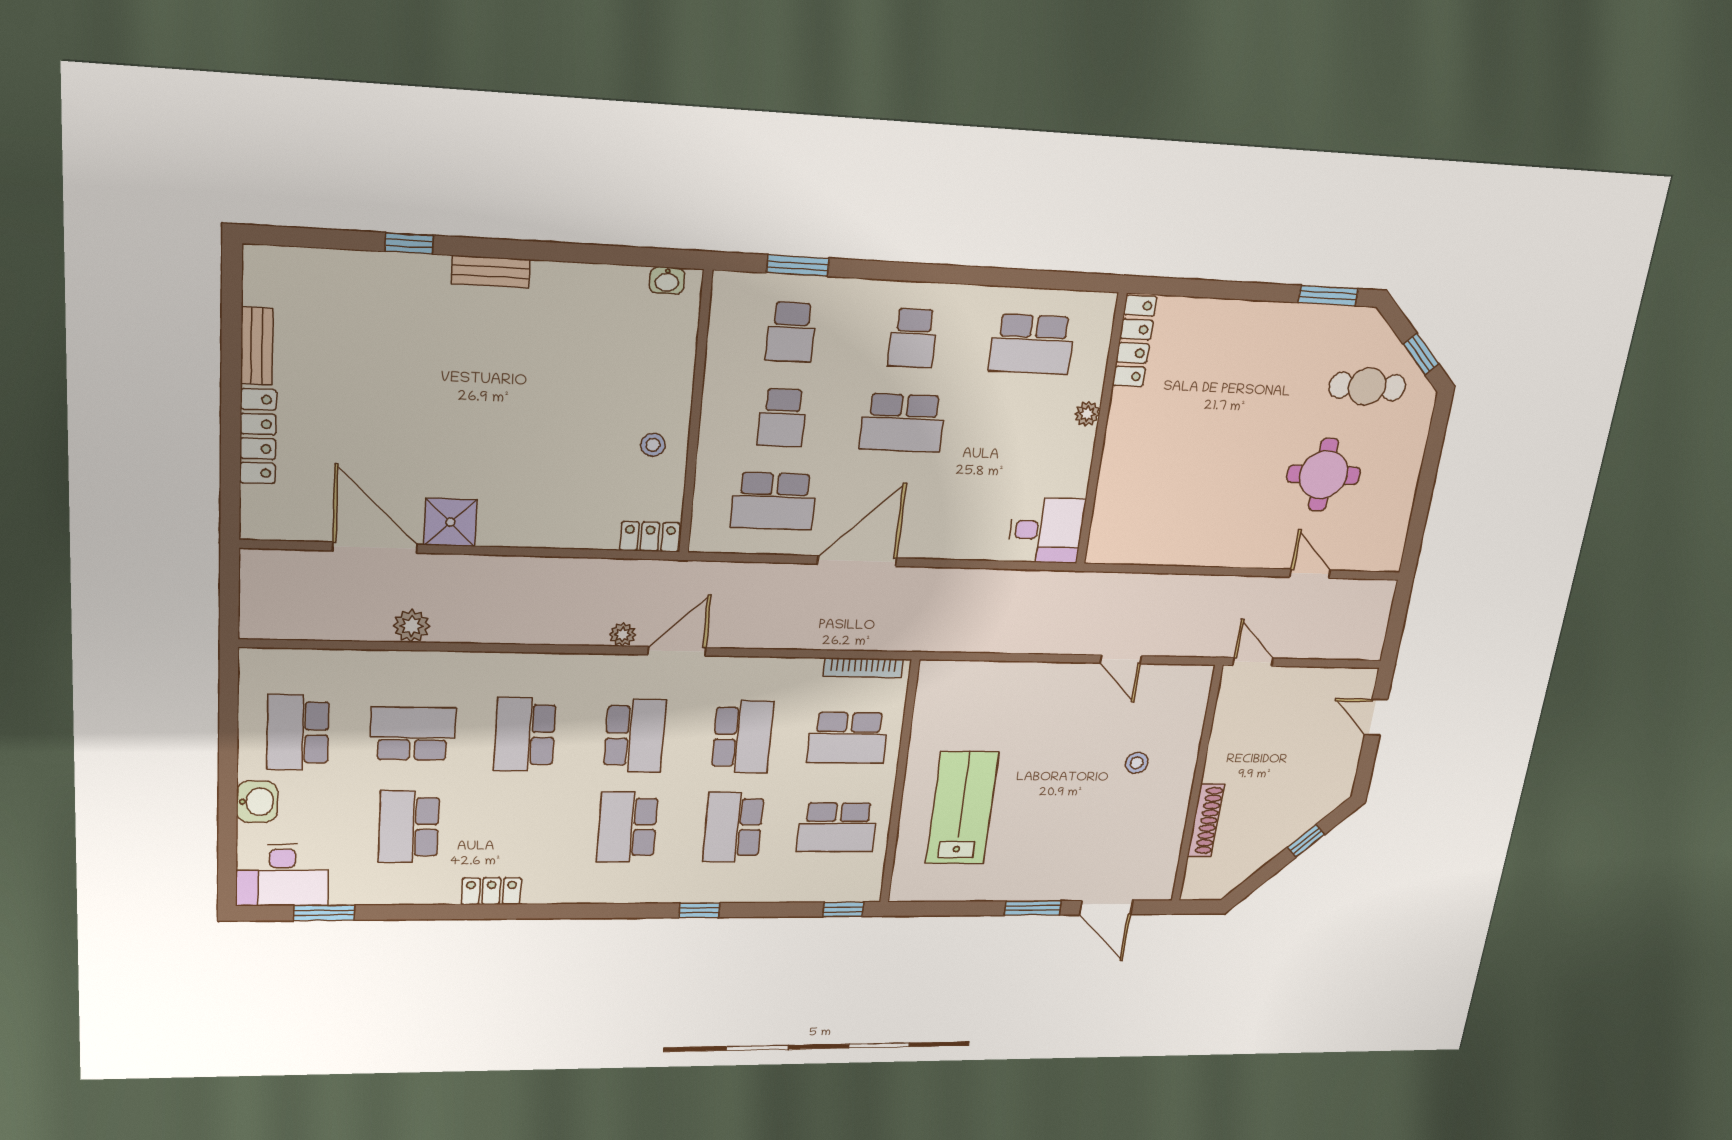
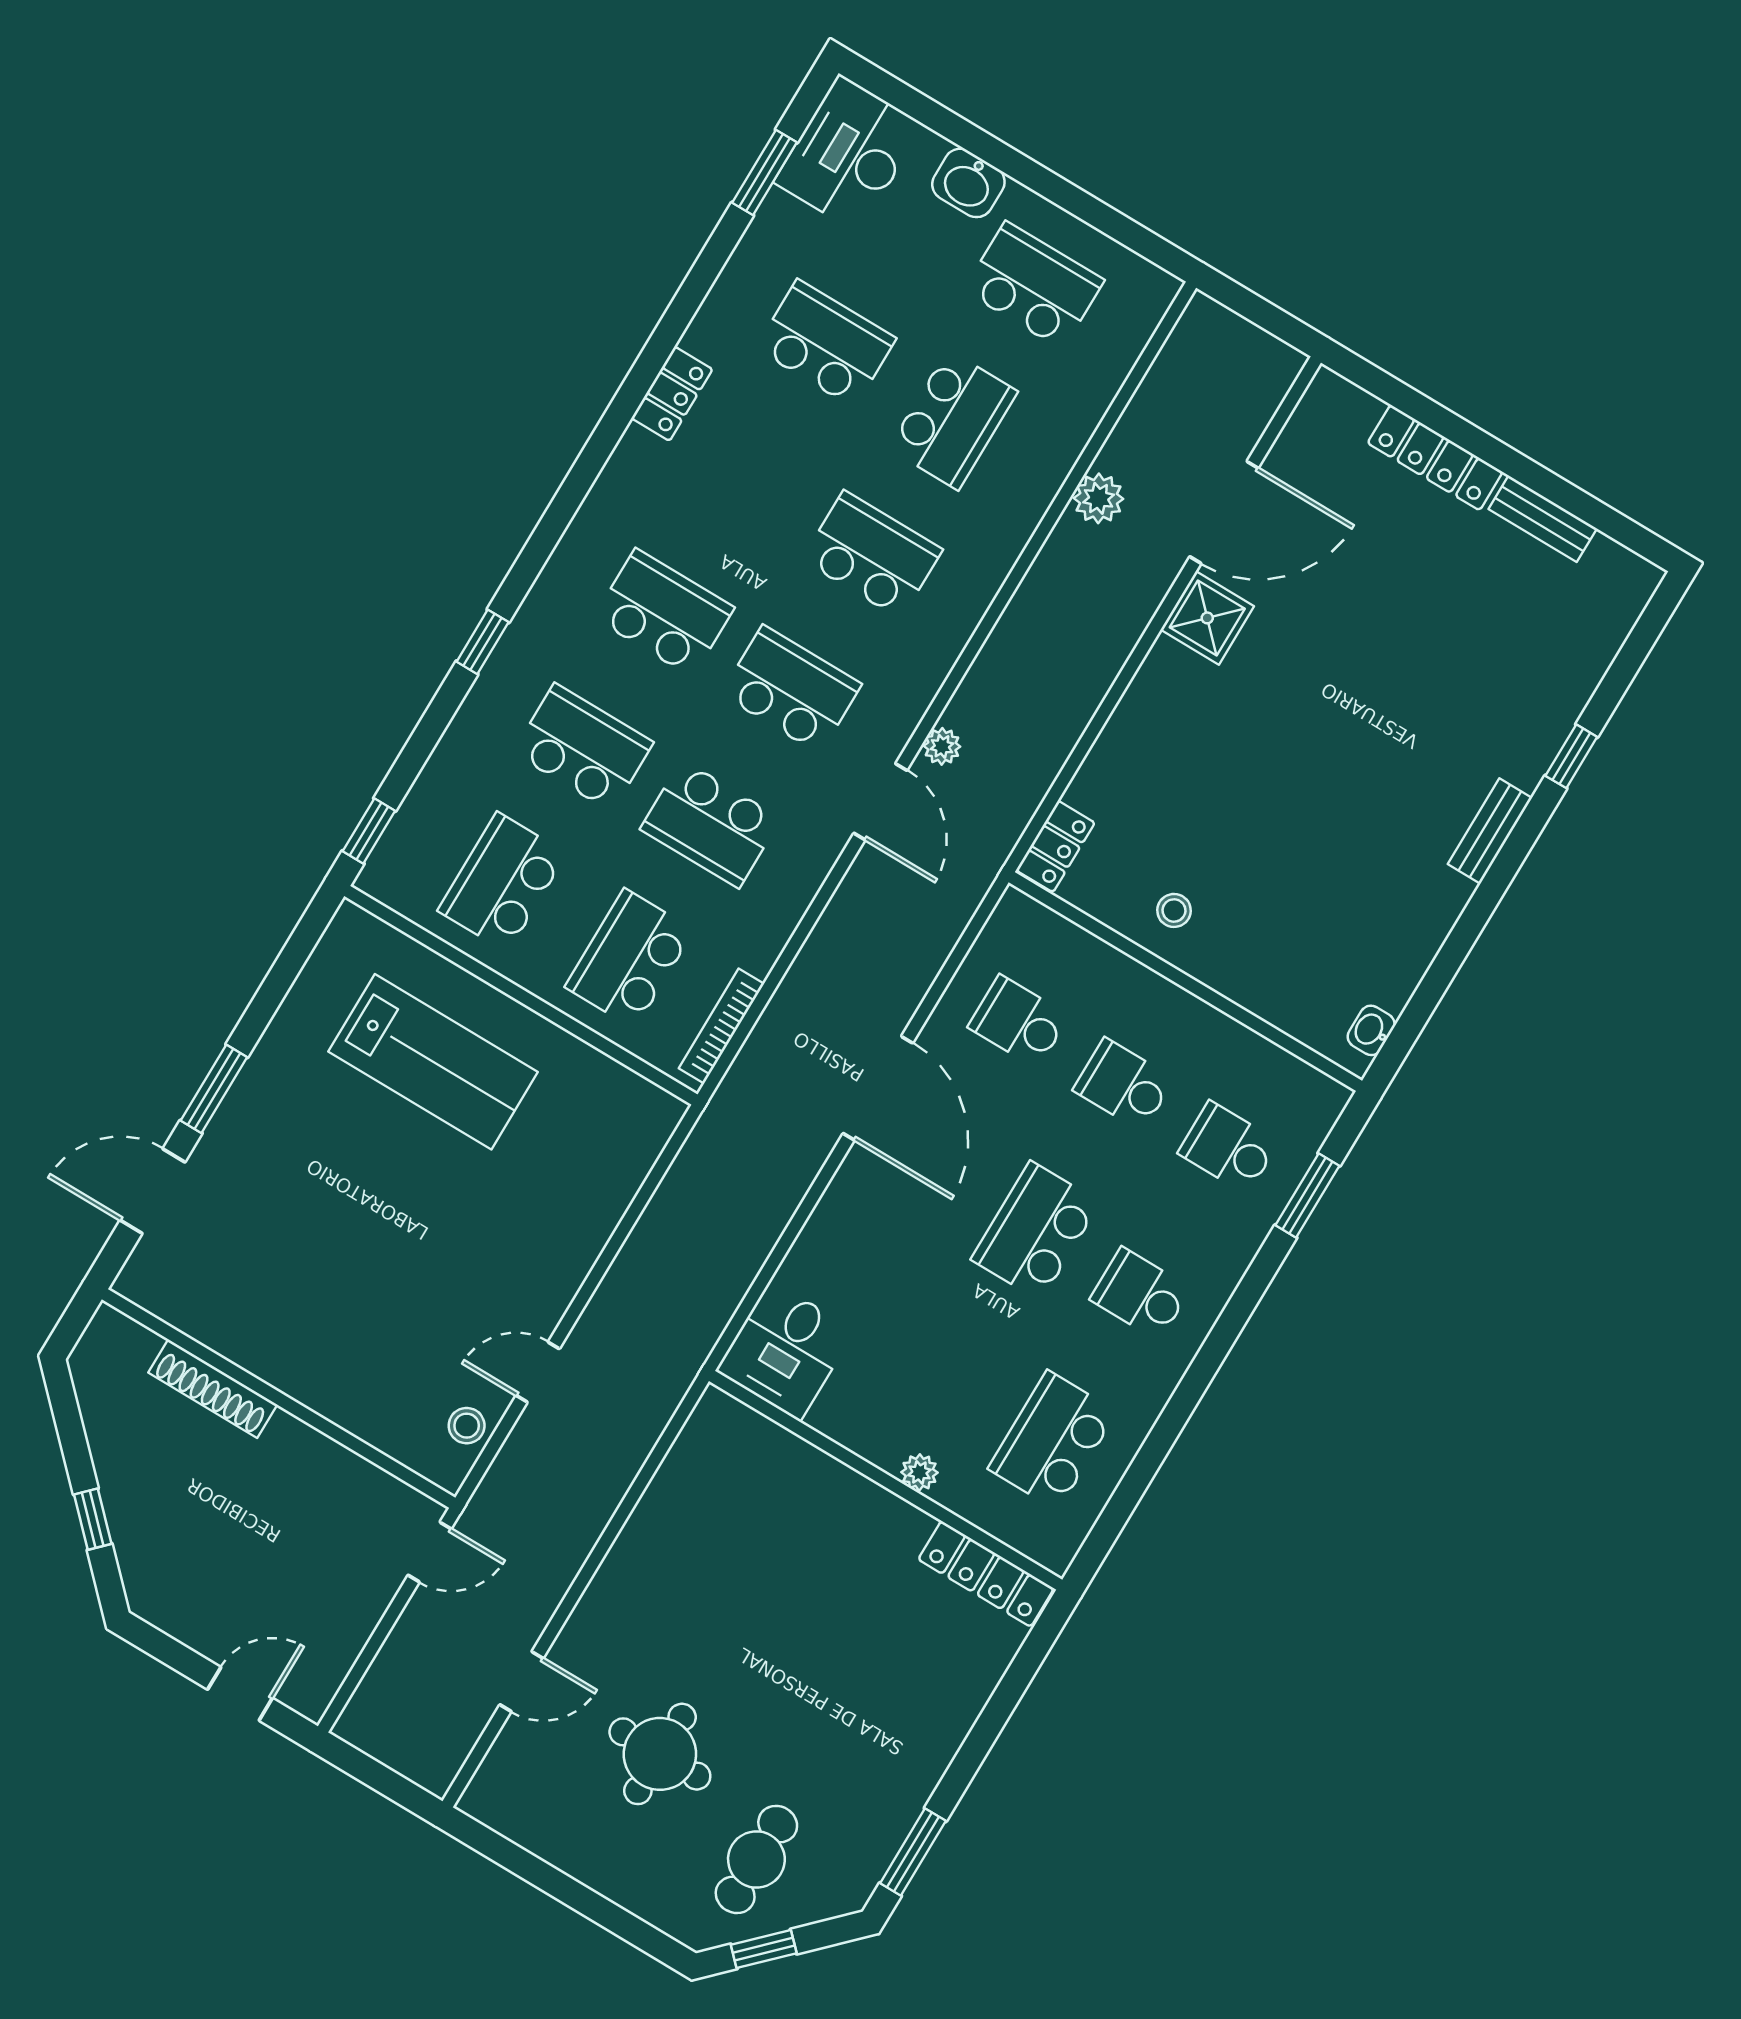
school desk: (774, 501) -> (1019, 1022), width x0.54
school desk: (635, 736) -> (791, 689), turned 180
stool: (1137, 763) -> (467, 1426), moved

